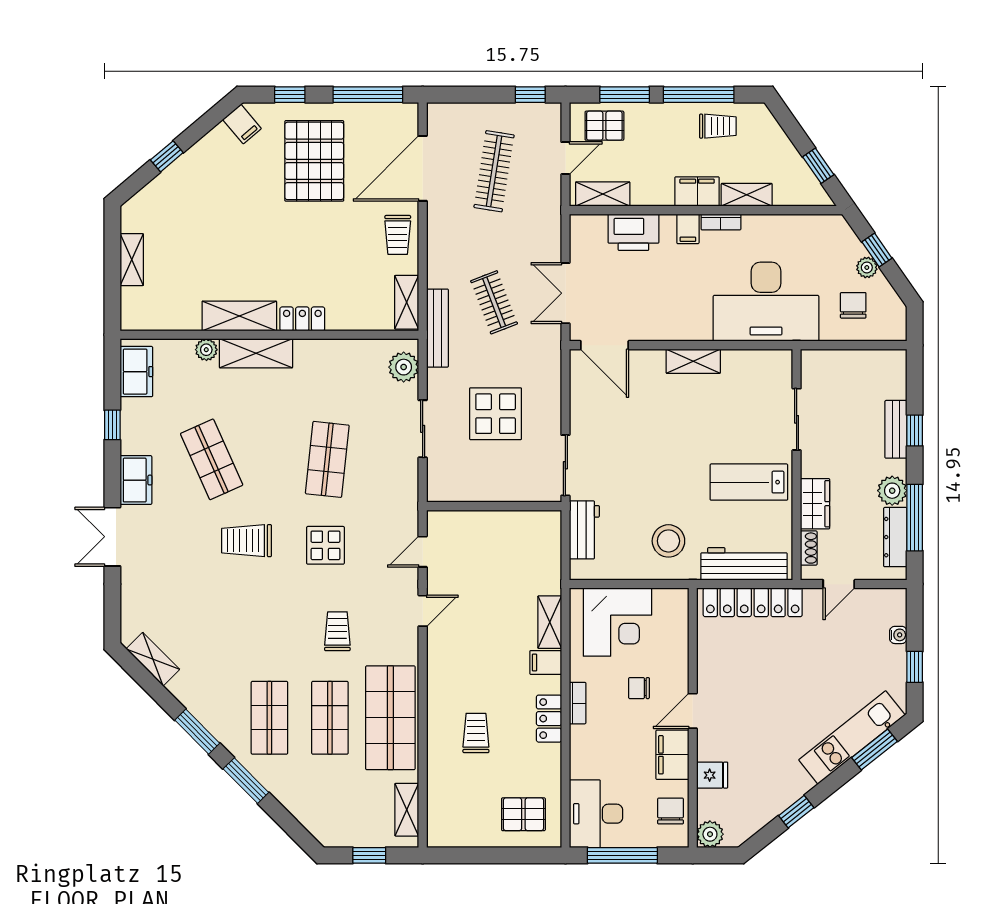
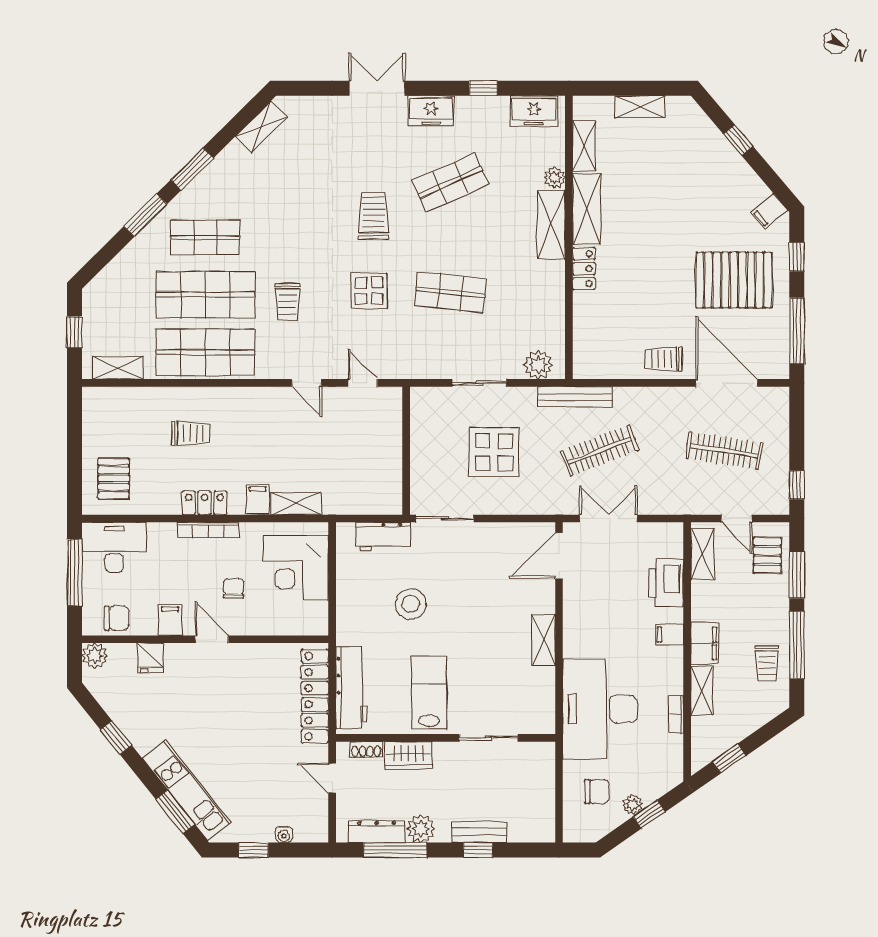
bookcase: (721, 222) -> (676, 714), moved
shelving: (407, 302) -> (584, 146), moved, turned 90
clothes rail: (494, 302) -> (600, 451), width x1.36
stool: (668, 541) -> (411, 604), moved
trolley: (337, 631) -> (287, 302), turned 90
bookcase: (578, 703) -> (208, 530), width x1.56
shop shelf: (330, 718) -> (205, 295), width x1.43, depth x1.36
filing cabinet: (672, 755) -> (170, 620), width x0.50

